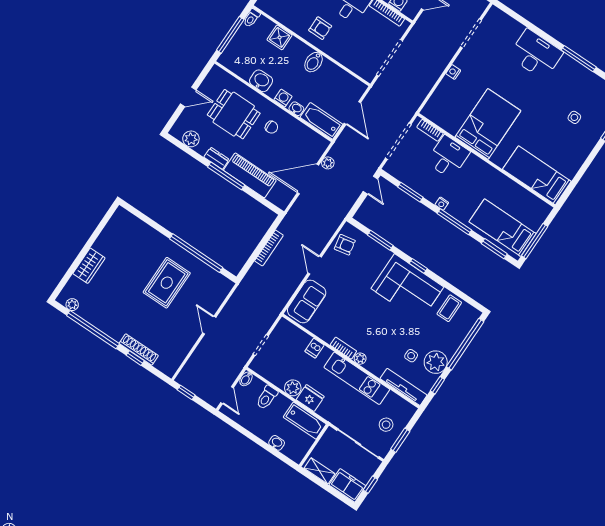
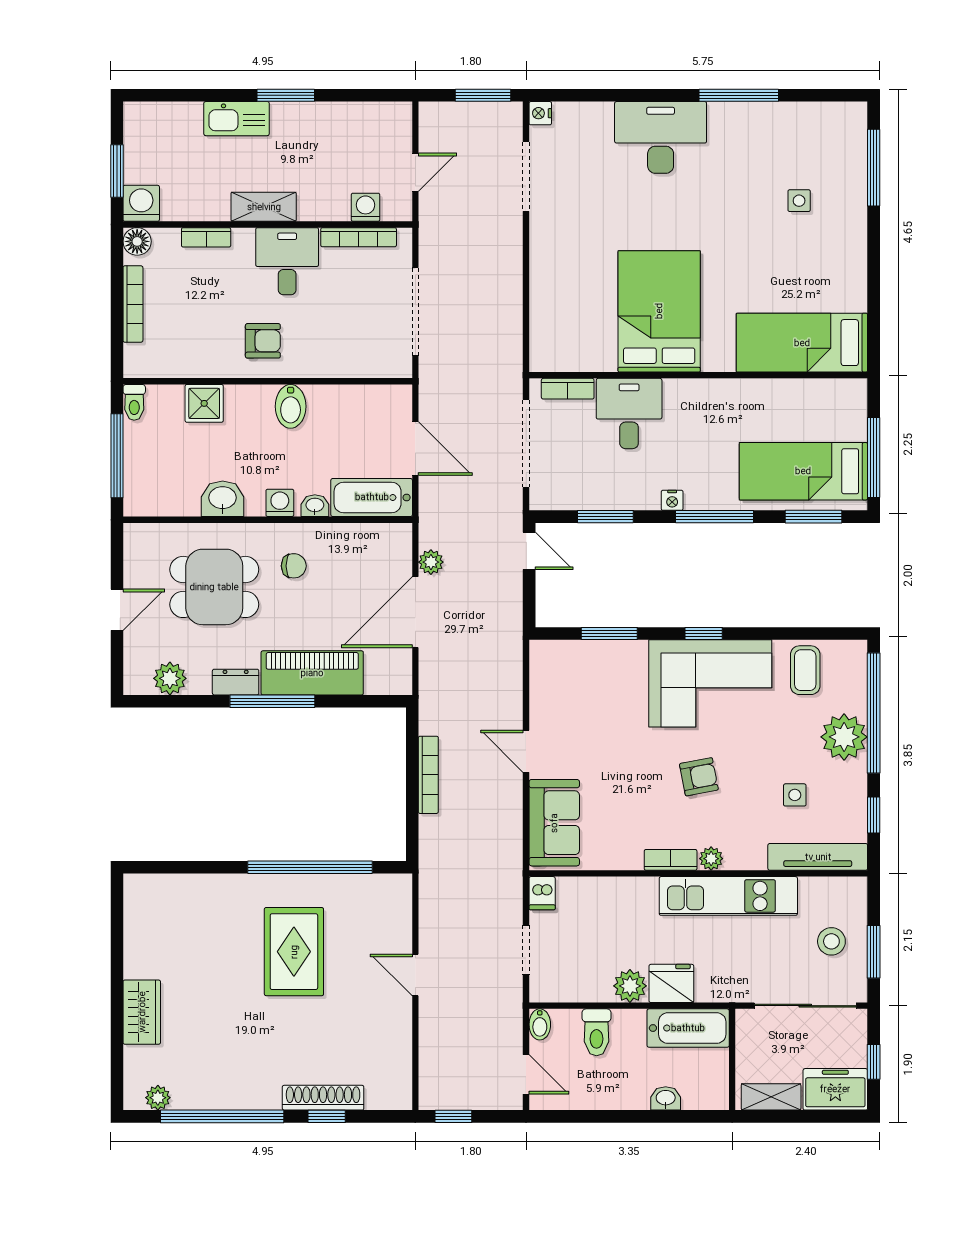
nightstand: (453, 72) -> (540, 113), moved
armchair: (345, 245) -> (699, 777), moved
dishwasher: (315, 348) -> (542, 893), moved
plant: (436, 362) -> (844, 737), moved

